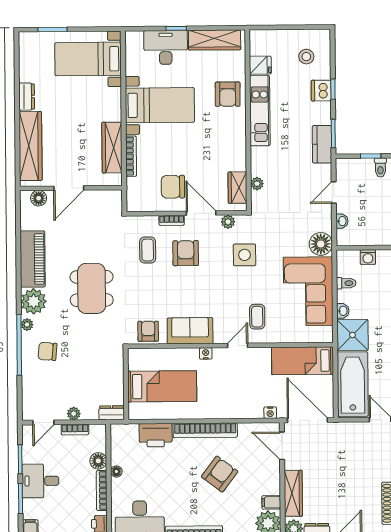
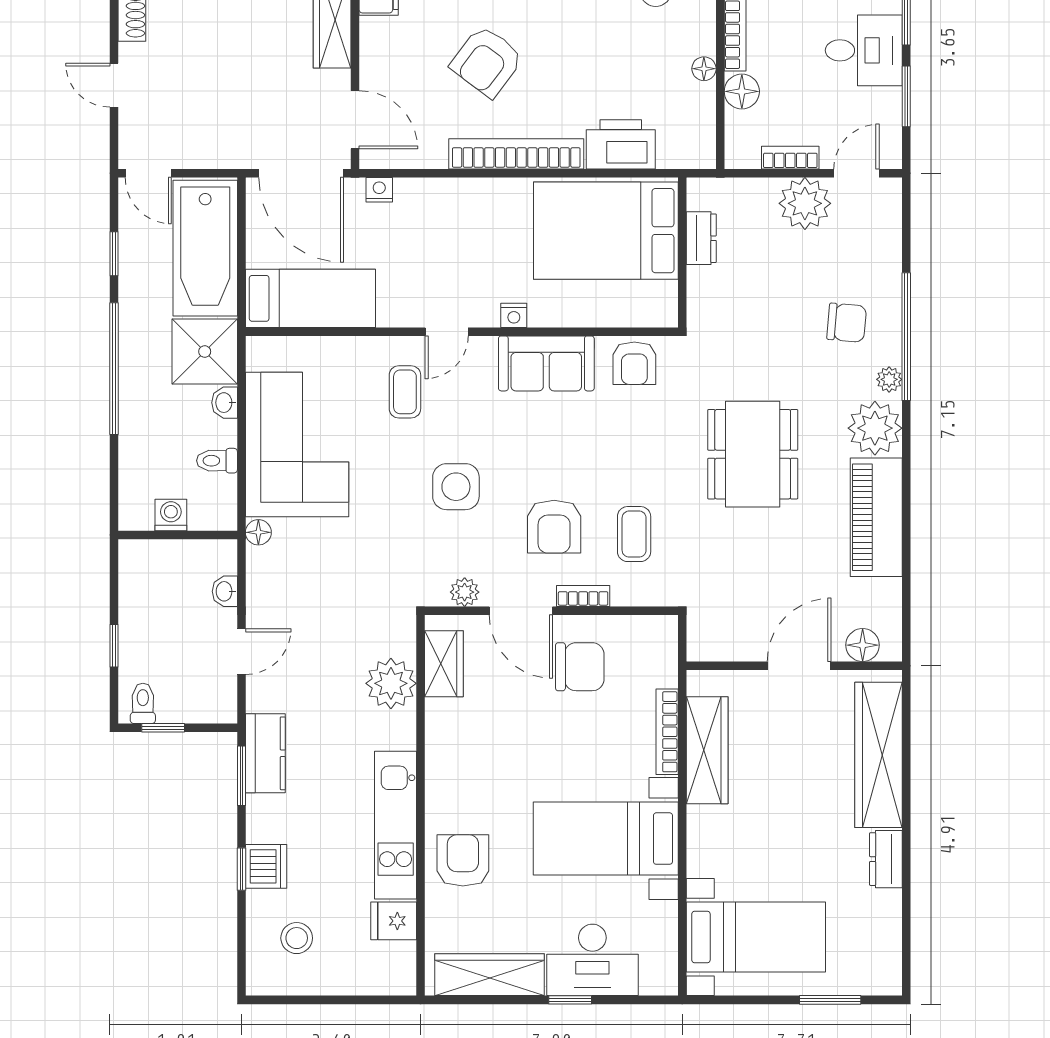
plant: (257, 184) -> (391, 683), width x1.87, depth x1.87
floor lamp: (321, 244) -> (258, 532), width x0.53, depth x0.53
side table: (245, 255) -> (456, 487), moved
bed: (162, 386) -> (606, 231), width x1.50
dresser: (112, 413) -> (701, 238), moved, turned -90
plant: (74, 414) -> (805, 203), width x1.88, depth x1.88

